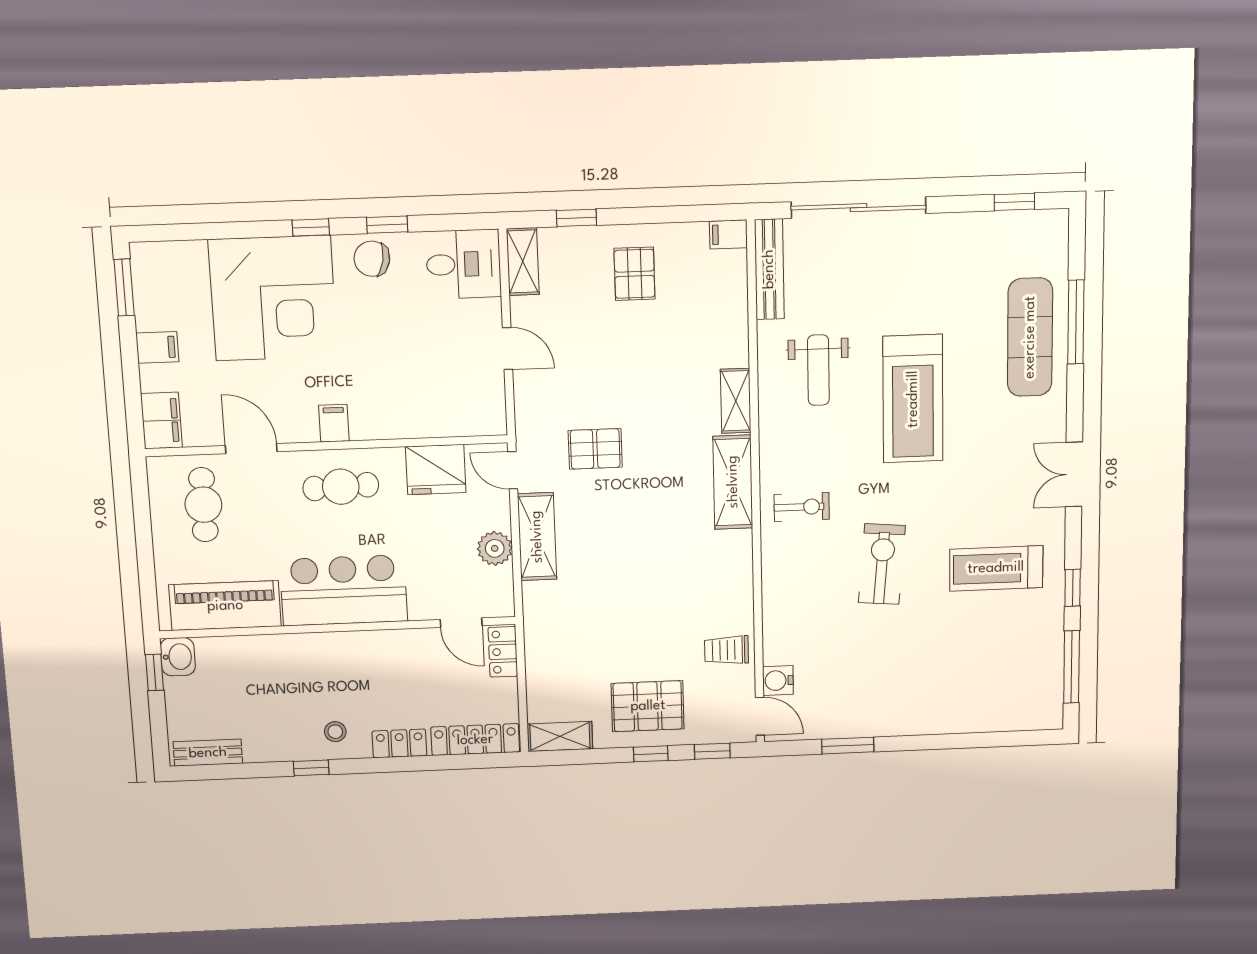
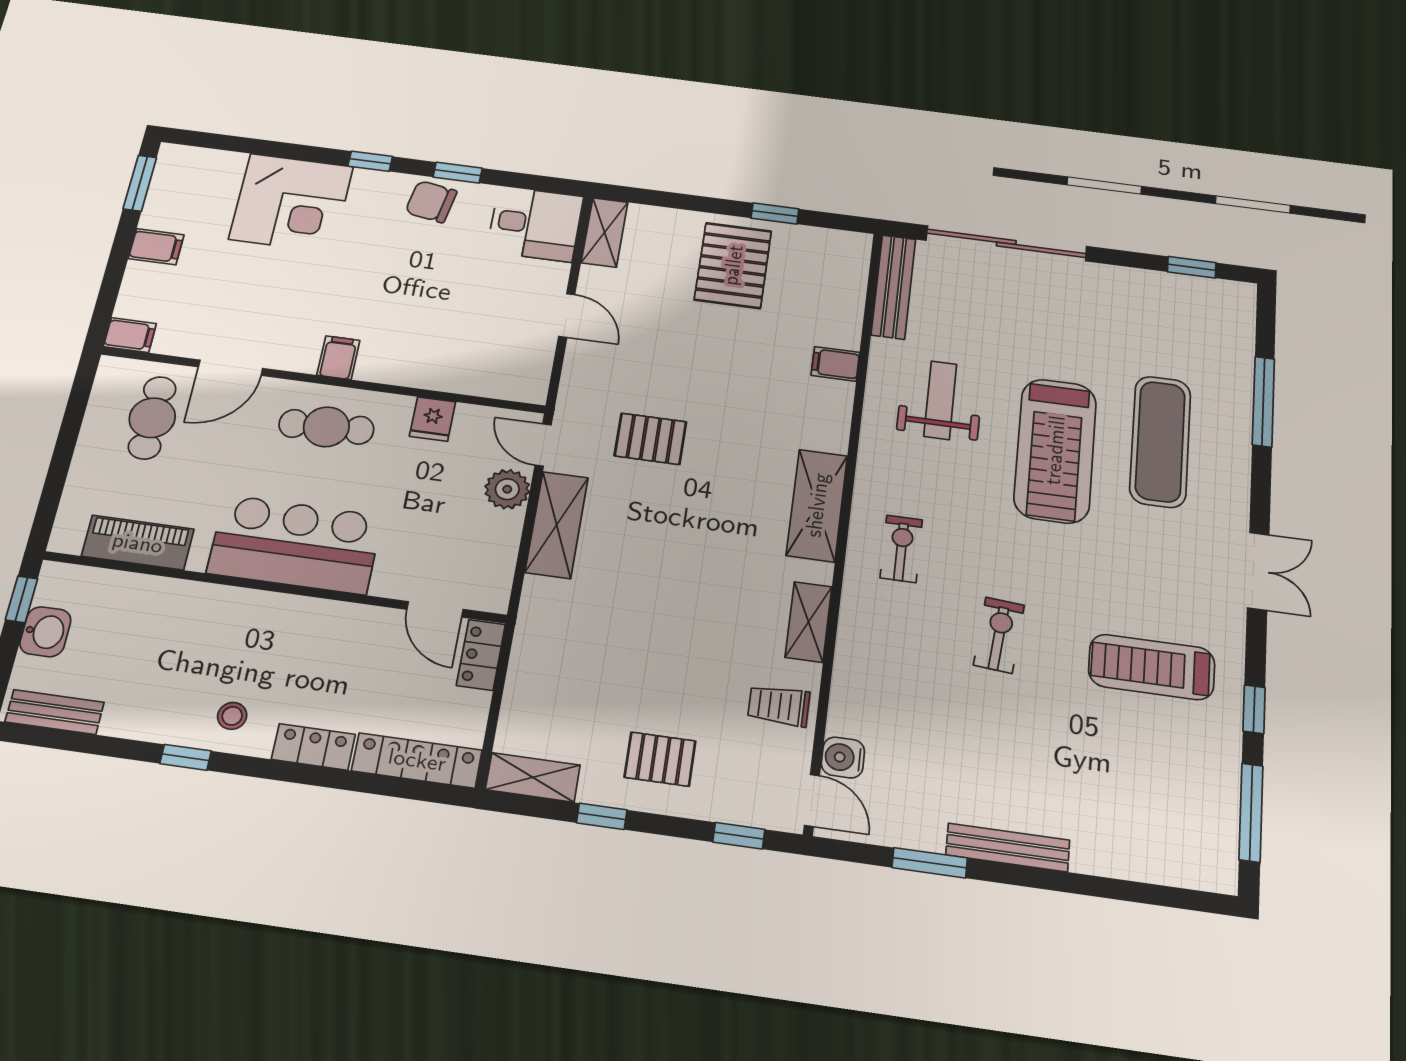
window: (576, 218) -> (775, 213), moved
filing cabinet: (728, 234) -> (835, 364), moved
pallet: (634, 274) -> (733, 265), width x1.50, depth x1.42
corner desk: (273, 298) -> (291, 203), width x0.74, depth x0.74
exercise mat: (1030, 337) -> (1160, 441), moved
weight bench: (818, 370) -> (940, 400), turned 180
shelving: (736, 401) -> (809, 622), moved
filing cabinet: (161, 421) -> (130, 335), width x0.50
door: (251, 449) -> (231, 368), swing flipped
fridge: (436, 470) -> (433, 419), width x0.53, depth x0.75
double door: (1074, 474) -> (1258, 571), swing flipped
exercise bike: (802, 507) -> (901, 549), turned -90
plant: (495, 548) -> (507, 489), moved
exercise bike: (882, 564) -> (999, 635), width x0.73, depth x0.72
piano: (225, 606) -> (138, 543), width x0.73, depth x0.75
washbasin: (178, 657) -> (45, 632), moved
pallet: (648, 706) -> (660, 759), width x0.67, depth x0.71
bench: (901, 725) -> (1008, 847), added
window: (651, 754) -> (602, 816), moved

